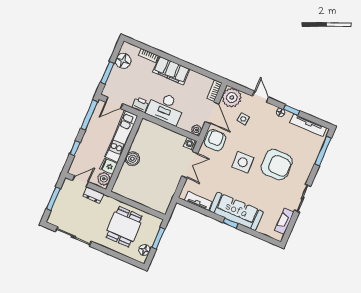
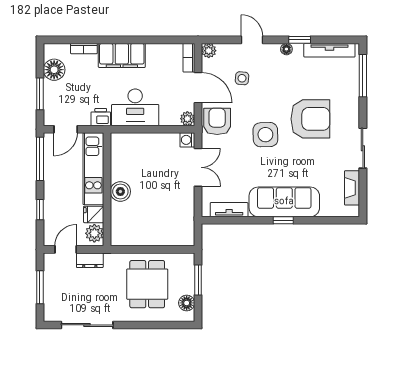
plant: (232, 98) -> (209, 51), width x0.53, depth x0.53

